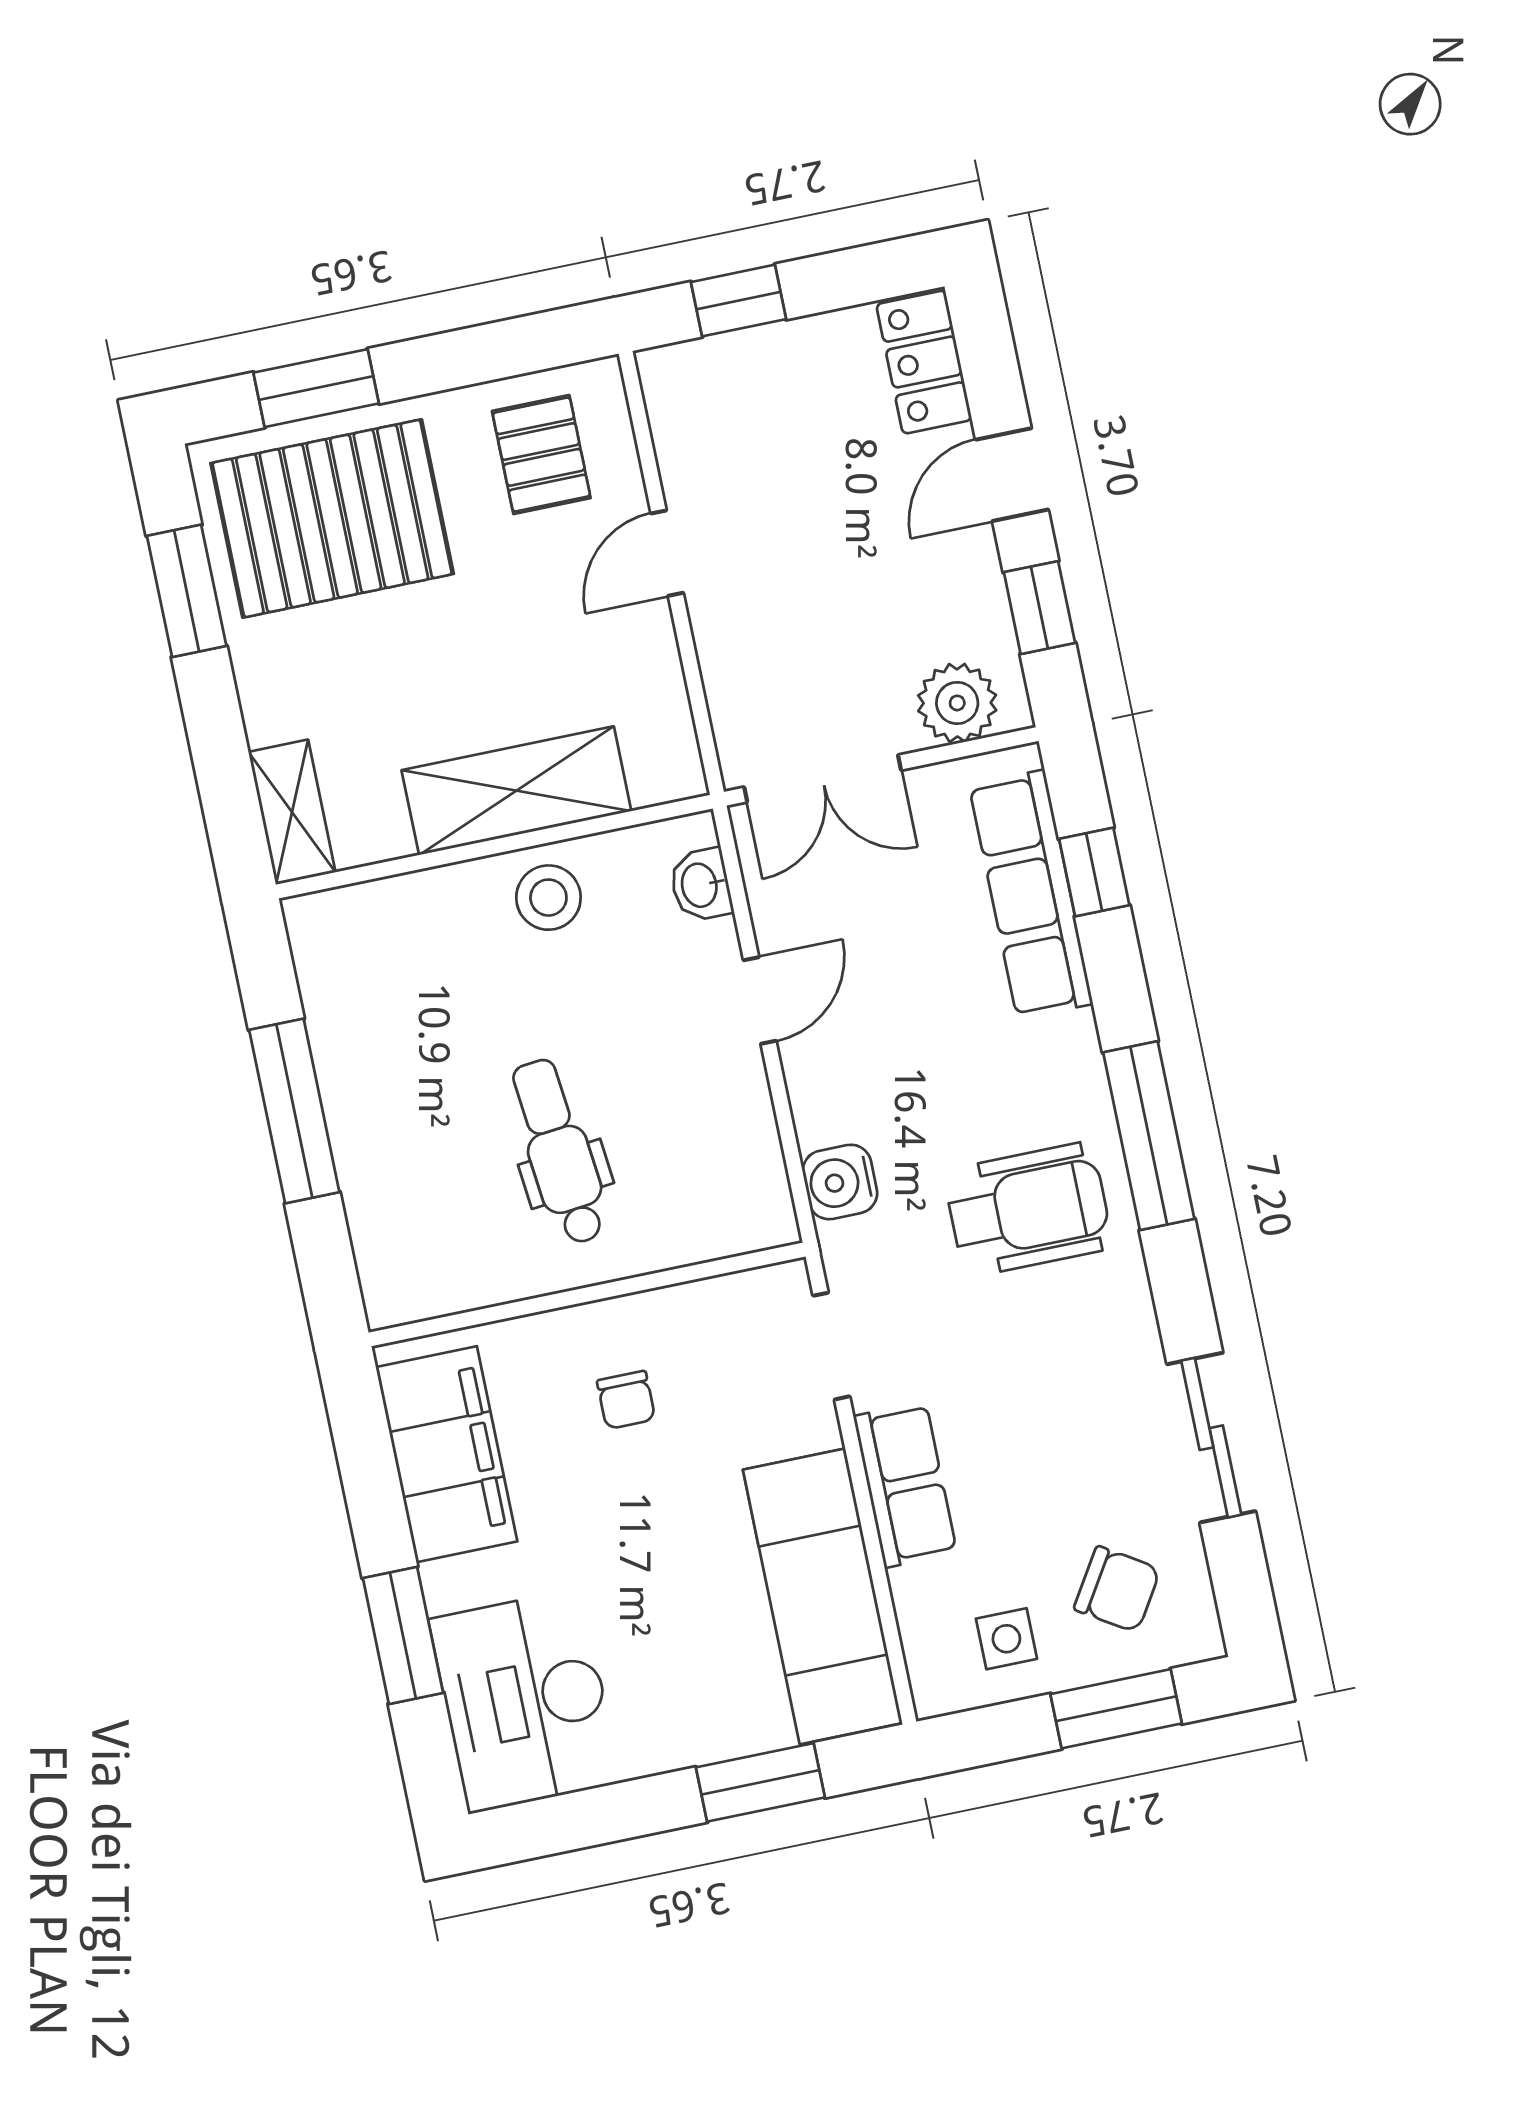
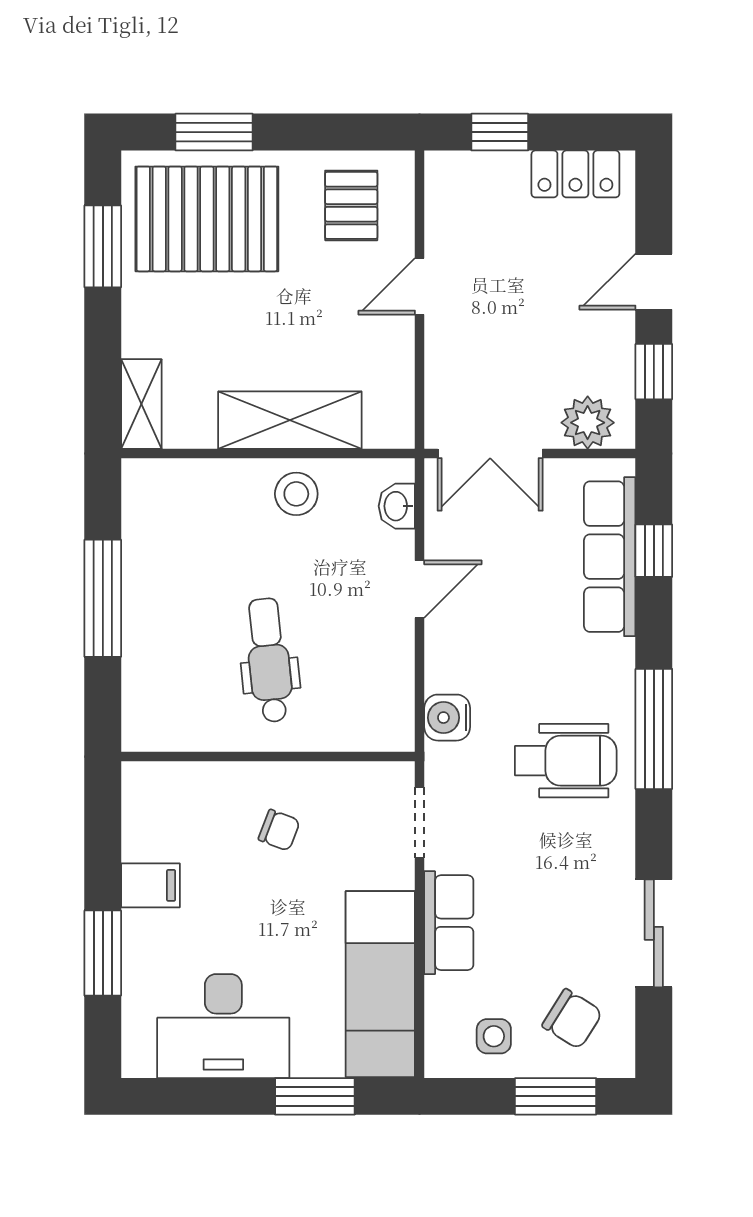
locker: (924, 362) -> (575, 174), moved, turned -90
chair: (626, 1400) -> (279, 830), turned -69
filing cabinet: (447, 1454) -> (150, 885), width x0.33, depth x0.86
desk: (525, 1701) -> (223, 1026), moved, turned -90

